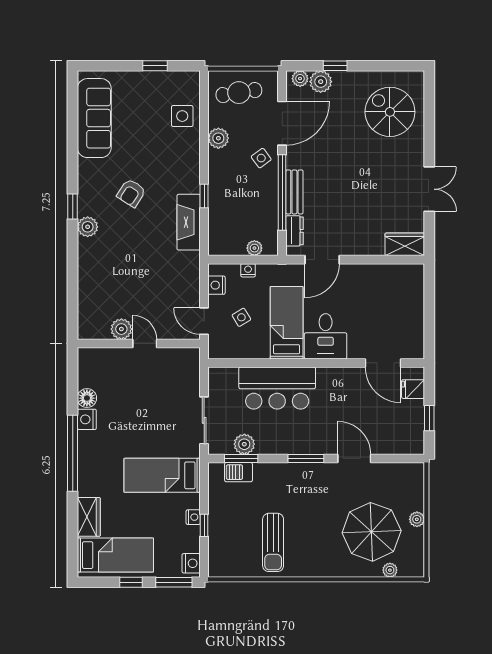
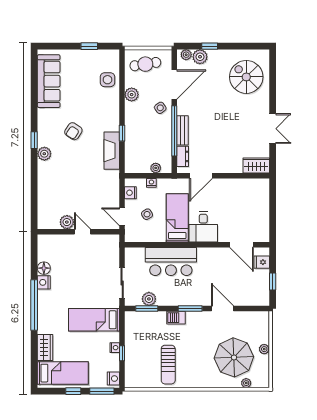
barbecue: (239, 472) -> (176, 318), moved

